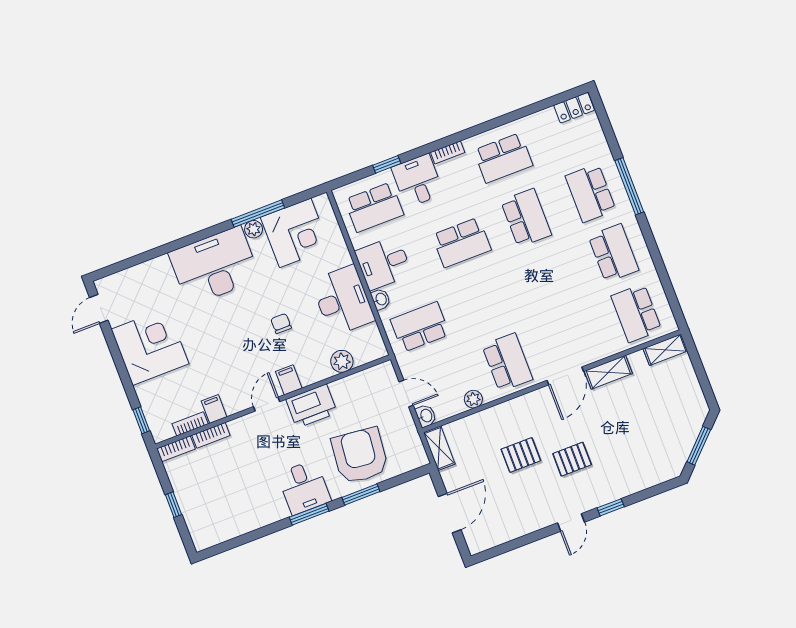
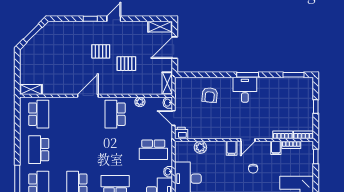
chair: (281, 323) -> (253, 169), moved
shelving: (608, 372) -> (160, 27), moved
printer: (312, 406) -> (181, 133), moved, width x0.53, depth x0.68
armchair: (360, 456) -> (210, 95), width x0.53, depth x0.53
window: (361, 494) -> (294, 75), moved

